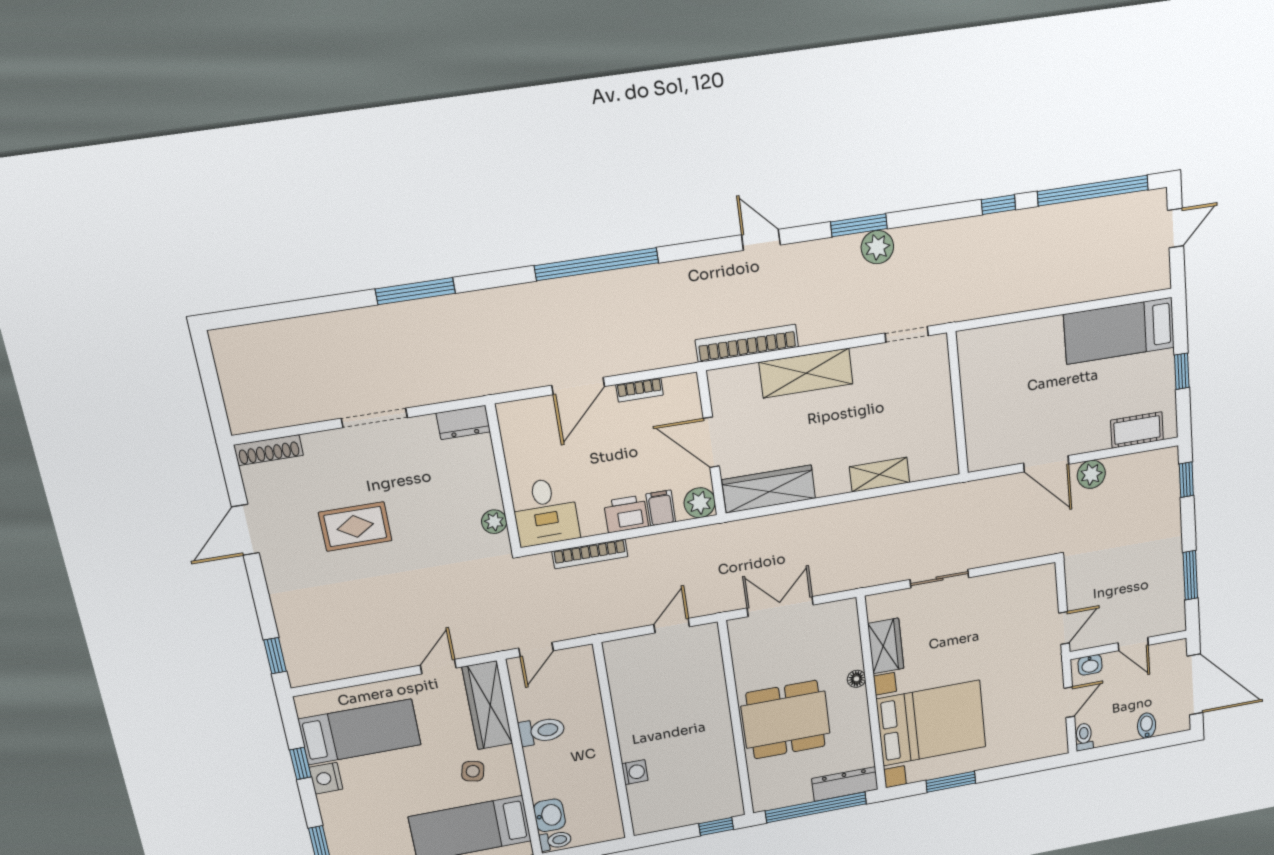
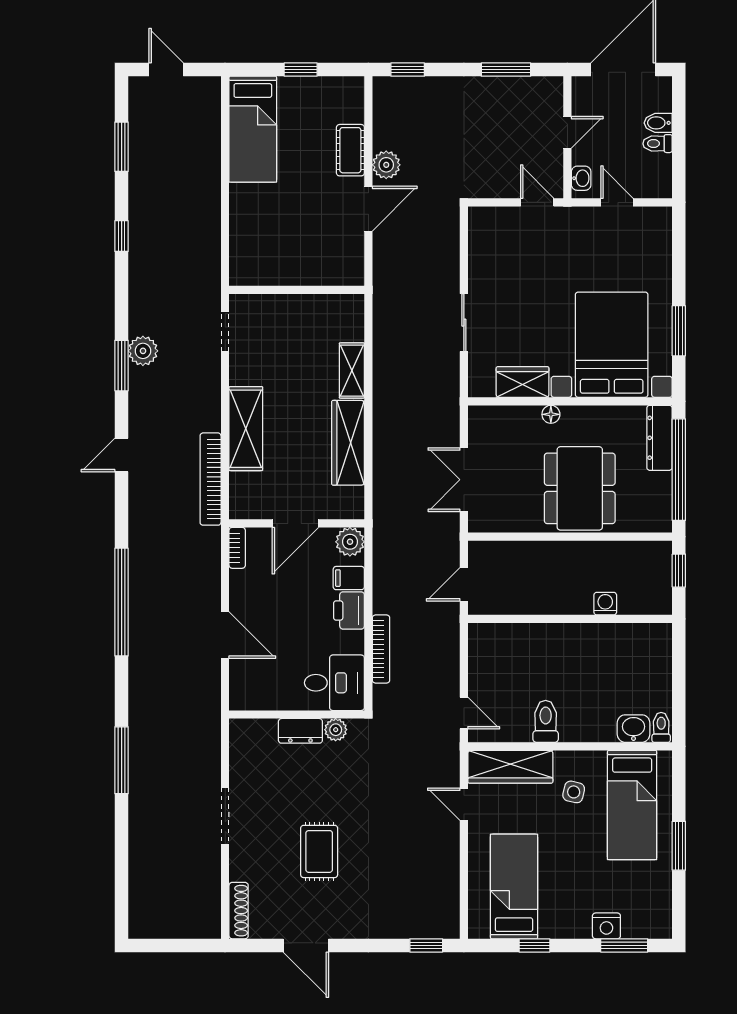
window: (1093, 191) -> (122, 147), width x0.47
bookcase: (640, 390) -> (237, 548), moved
dresser: (463, 422) -> (300, 731), moved, turned 90
cot: (1137, 430) -> (350, 150), moved
wardrobe: (769, 489) -> (348, 443), moved
door: (672, 626) -> (464, 584), hinge flipped
toilet: (1084, 737) -> (658, 144), moved
wall: (614, 742) -> (570, 619), moved
washing machine: (635, 772) -> (605, 604), moved
nightstand: (326, 778) -> (606, 926), moved

